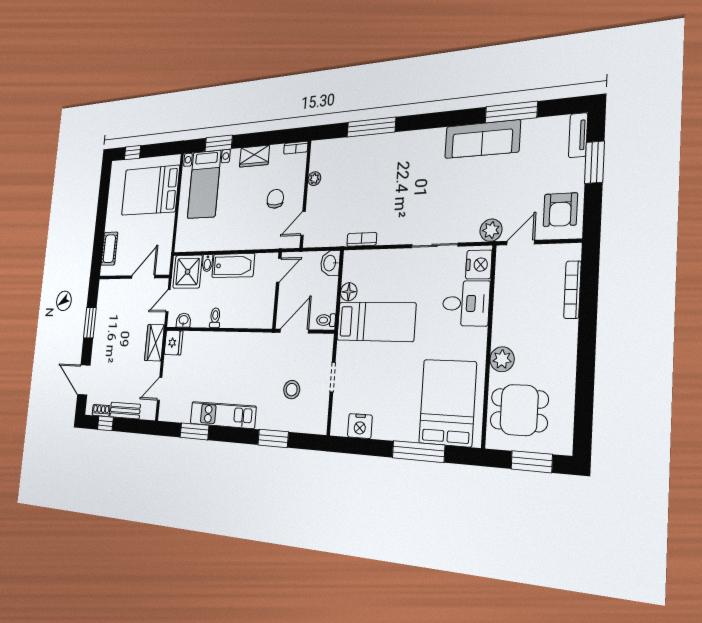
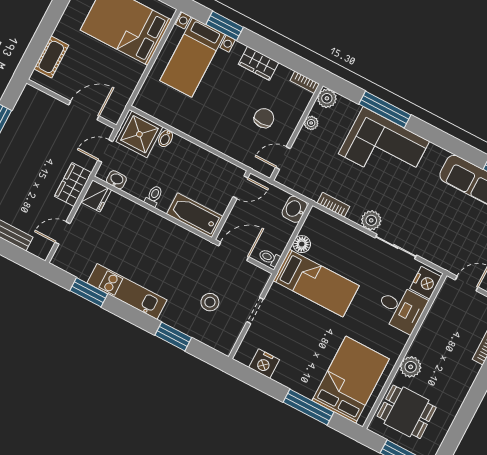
plant: (319, 149) -> (327, 98), added
corner sofa: (385, 161) -> (384, 148), added
plant: (491, 230) -> (371, 220), moved
bathtub: (233, 266) -> (195, 215), moved, turned 180

